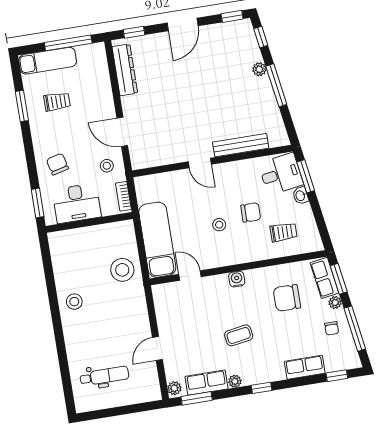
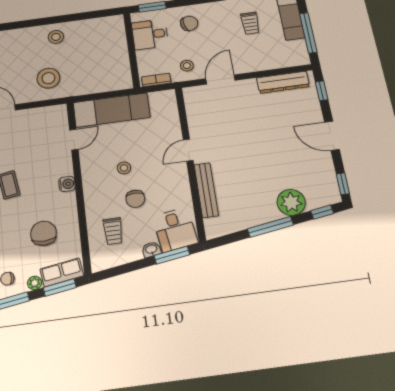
plant: (259, 69) -> (291, 202), width x1.88, depth x1.88
desk: (77, 203) -> (150, 34), width x0.73
stool: (122, 270) -> (48, 78), moved

